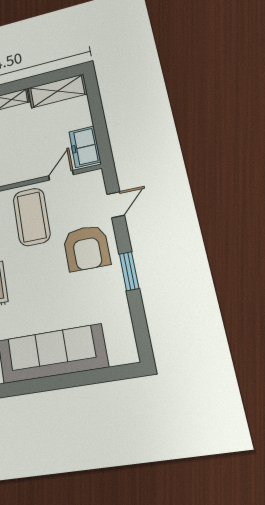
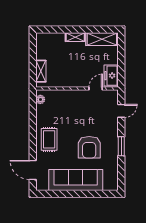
coffee table: (32, 217) -> (76, 108), removed
armchair: (87, 248) -> (89, 147), moved

